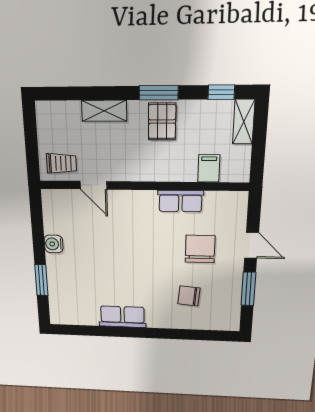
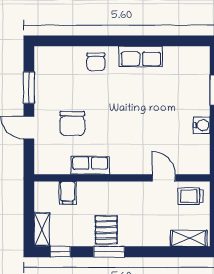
shelving: (104, 111) -> (189, 238), moved
chair: (189, 296) -> (96, 62), moved, turned 85

